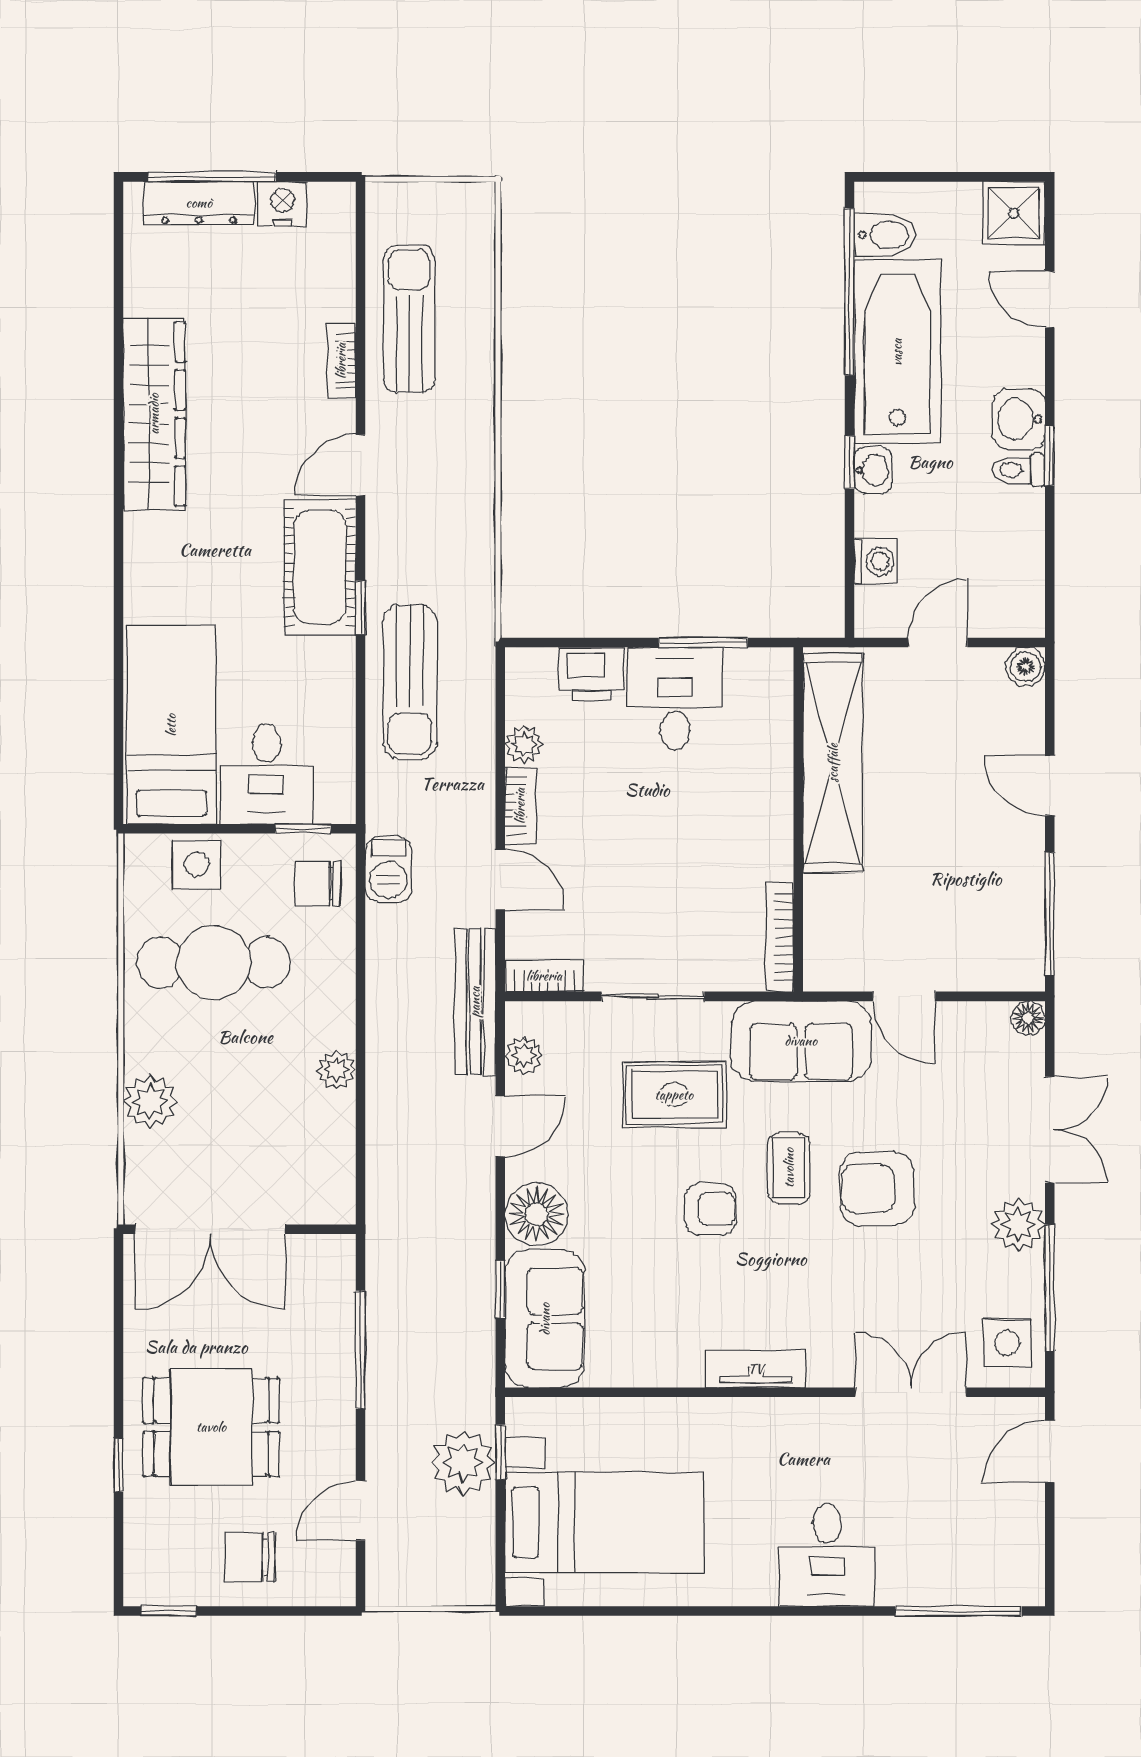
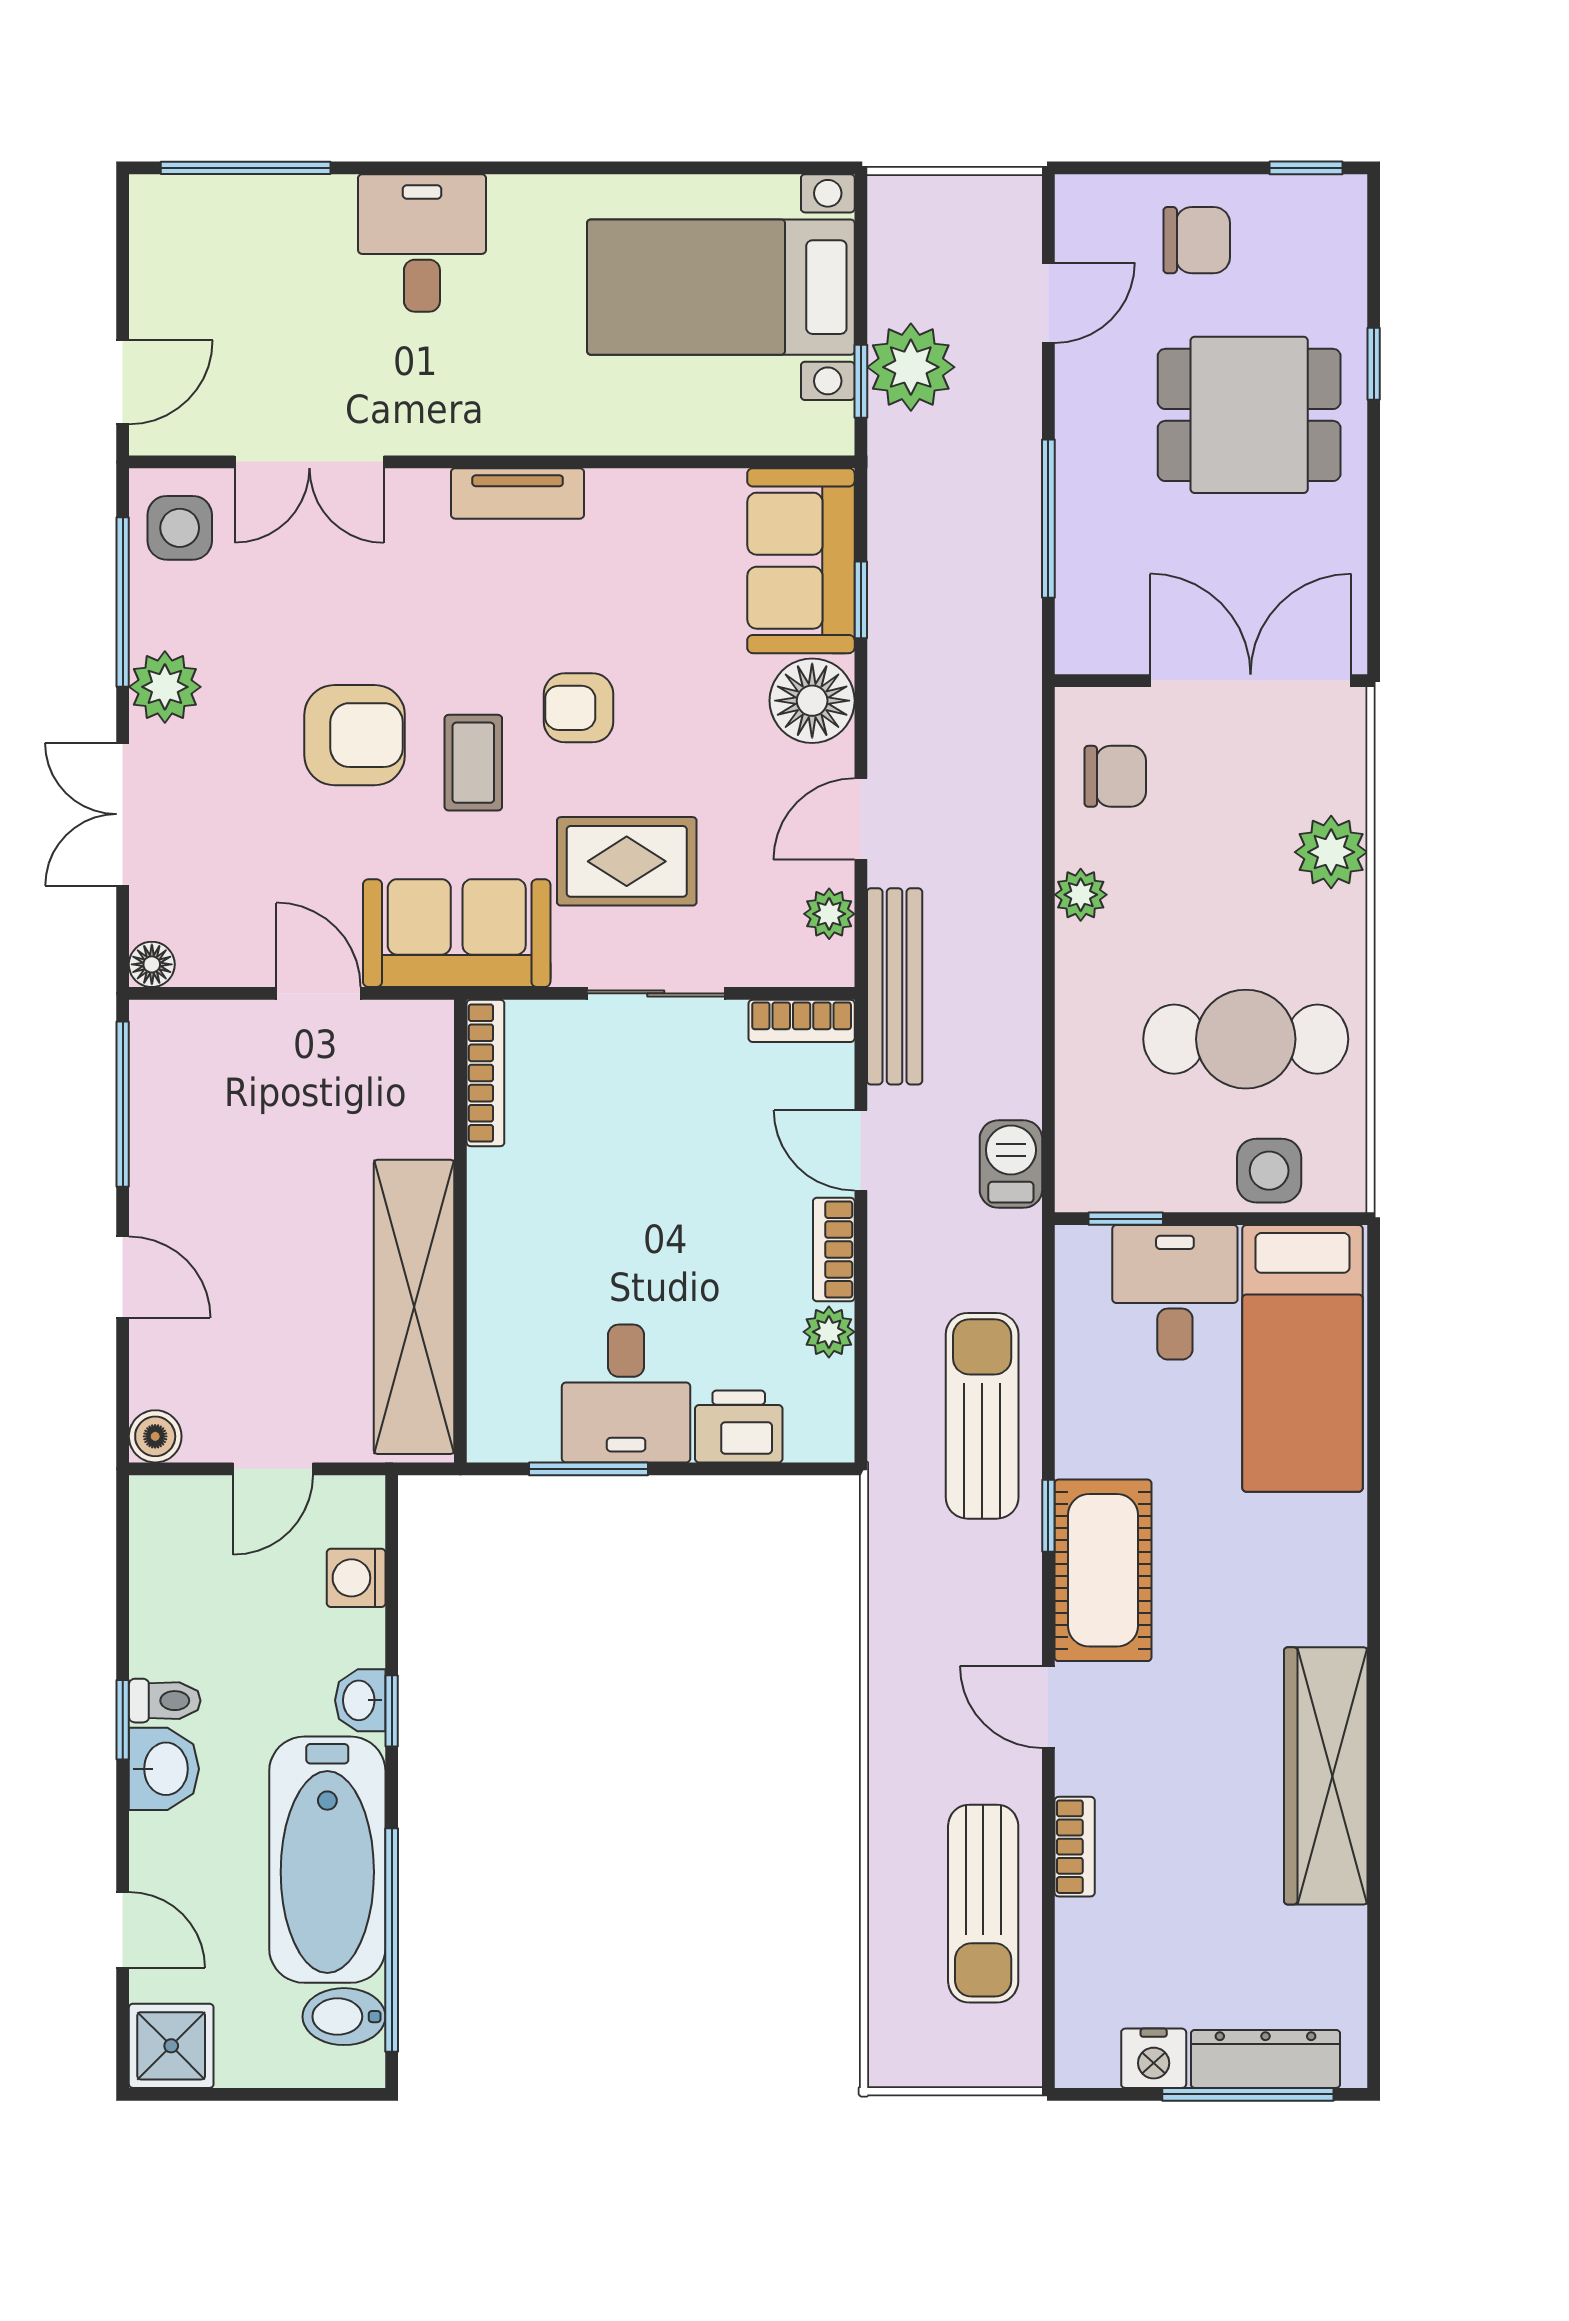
door: (361, 465) -> (1048, 1707), swing flipped
chair: (317, 884) -> (1115, 776), moved

